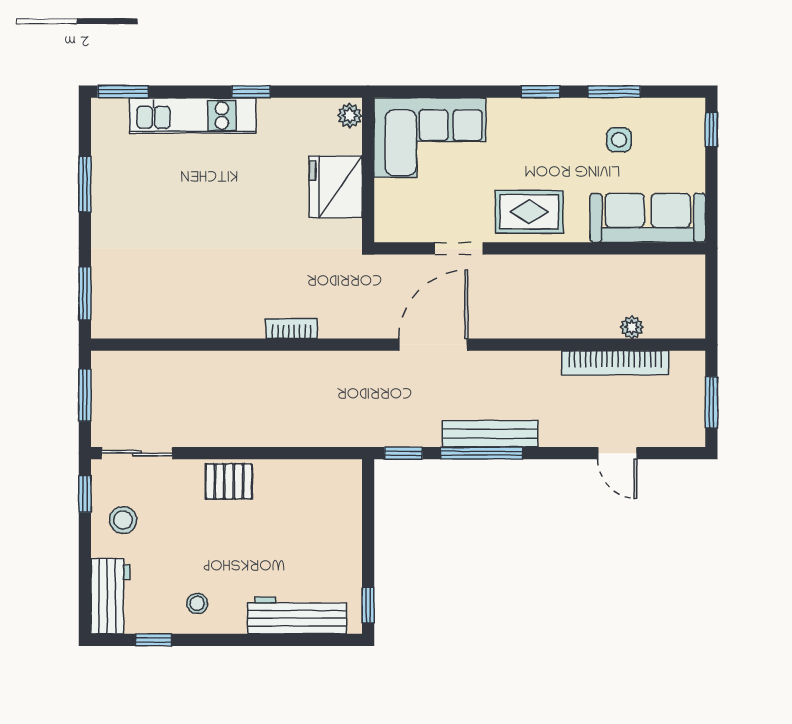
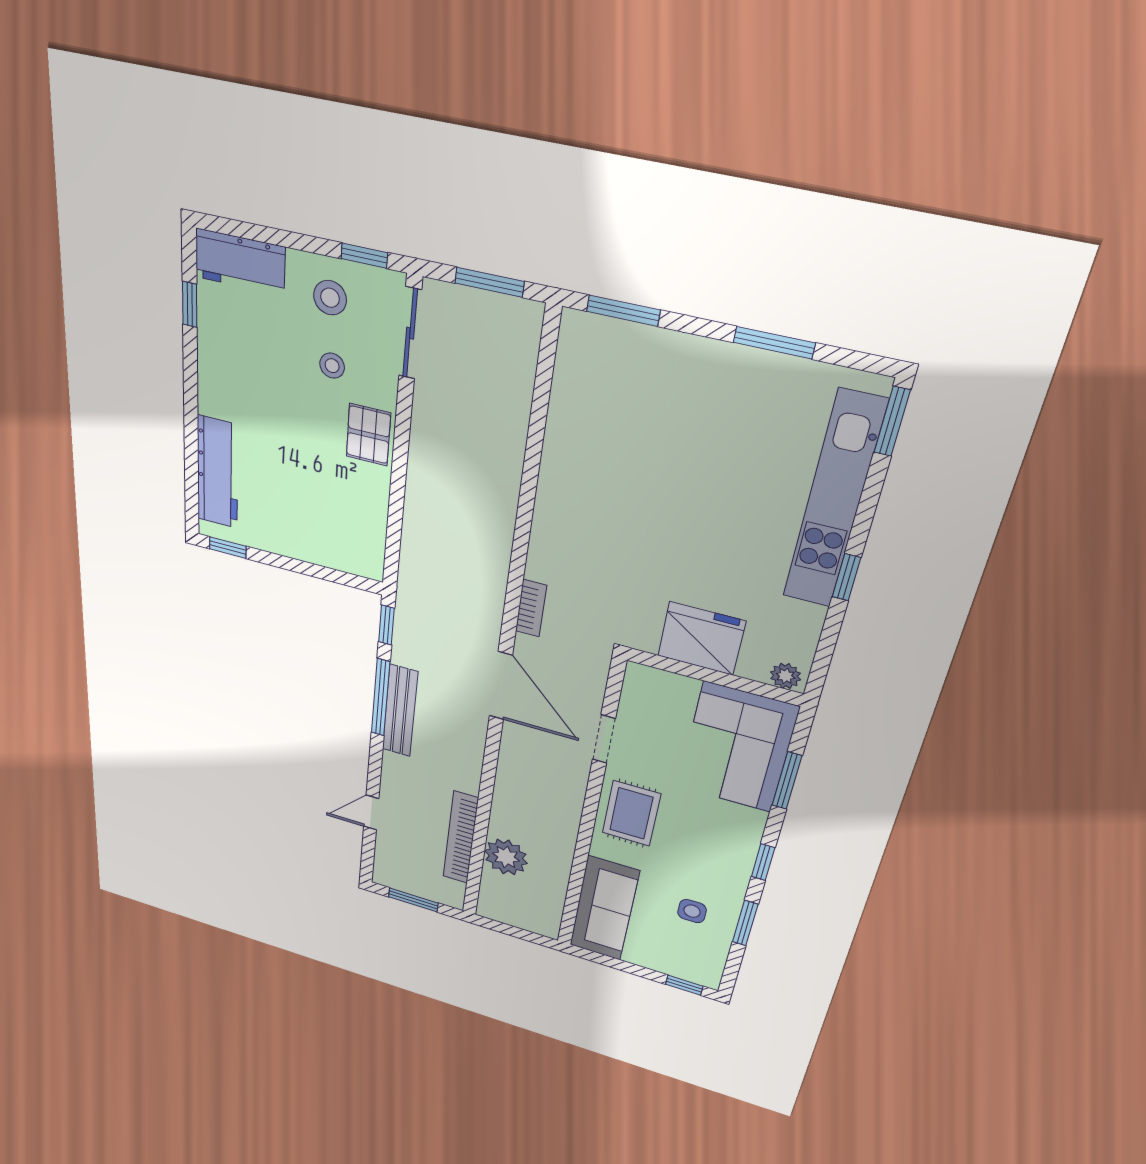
window: (449, 92) -> (787, 781), added
kitchen unit: (193, 116) -> (834, 501), width x1.36
plant: (632, 327) -> (506, 857), width x1.87, depth x1.87
bookcase: (292, 328) -> (531, 608), moved
stool: (197, 603) -> (332, 366), moved

